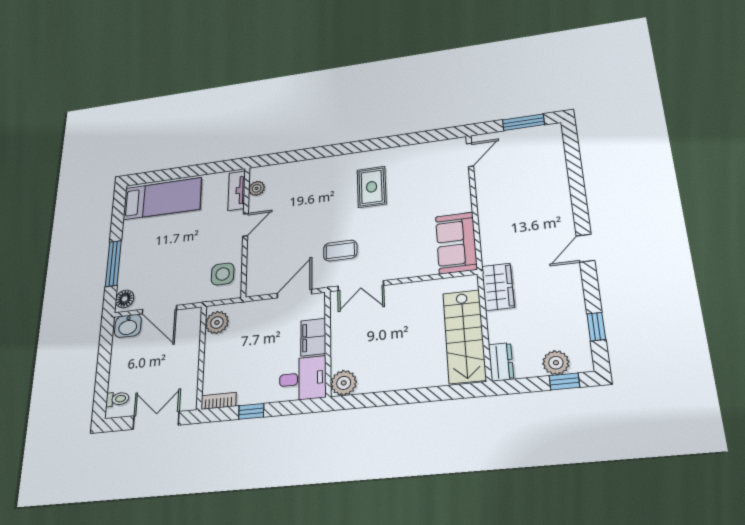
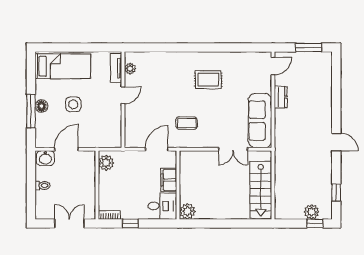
rug: (372, 187) -> (208, 80), turned 90
sofa: (456, 243) -> (260, 121), width x1.36
door: (585, 248) -> (336, 142), swing flipped
side table: (223, 274) -> (73, 104), moved
double door: (361, 286) -> (233, 149), moved
wardrobe: (498, 287) -> (283, 161), removed
floor lamp: (125, 299) -> (41, 106), moved
door: (159, 310) -> (66, 149), swing flipped
dresser: (501, 362) -> (281, 97), moved
toilet: (117, 399) -> (43, 185), moved

